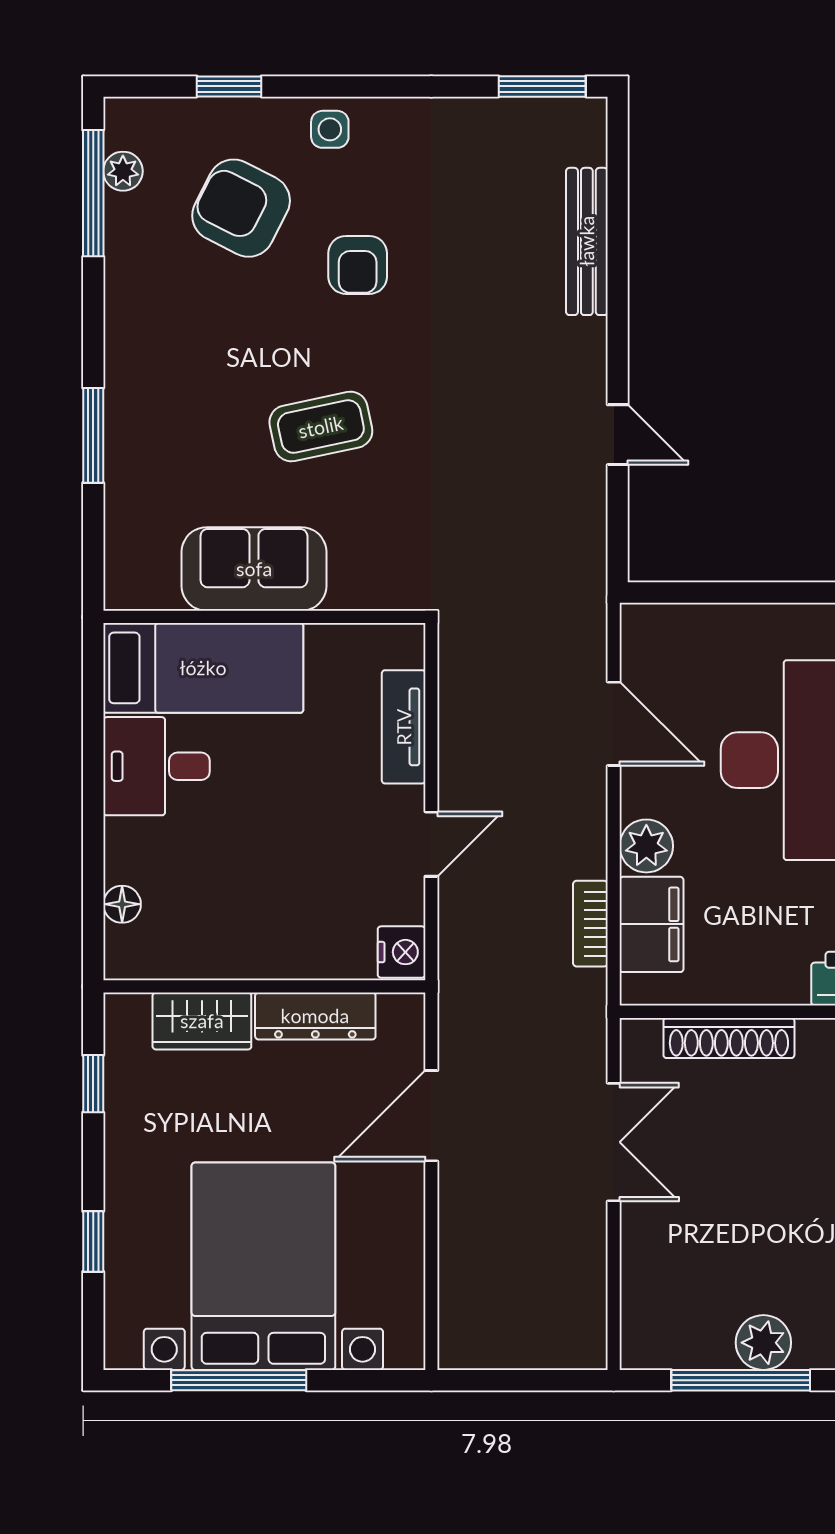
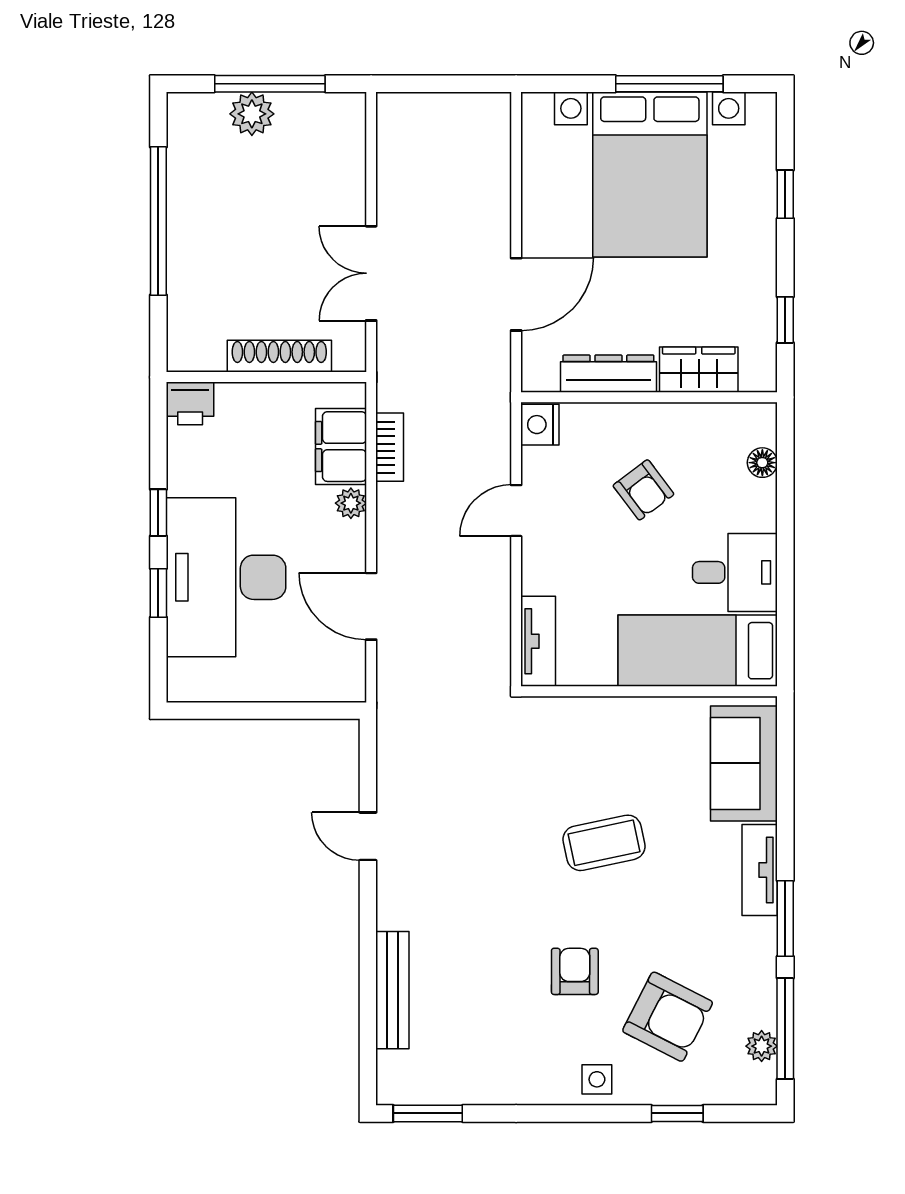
tv unit: (125, 392) -> (760, 870), added
window: (93, 435) -> (785, 919), moved
sofa: (254, 569) -> (744, 763), moved, turned 90
tv unit: (404, 727) -> (538, 641), moved
plant: (646, 846) -> (351, 503), width x0.73, depth x0.73
armchair: (271, 870) -> (643, 490), added

